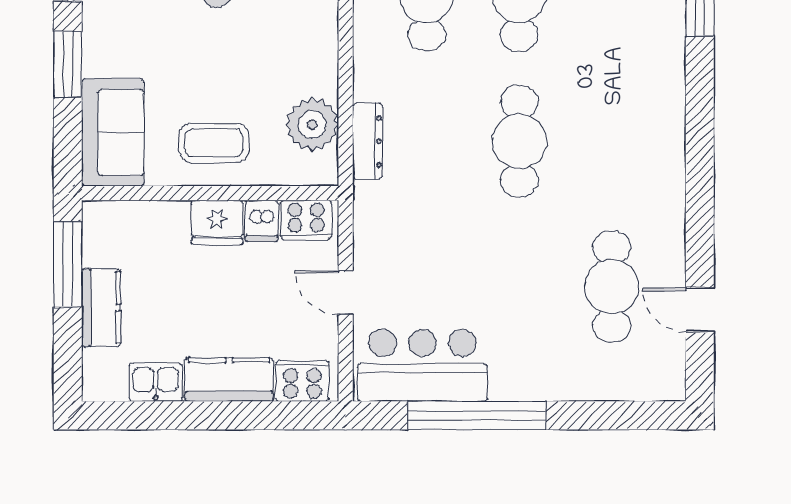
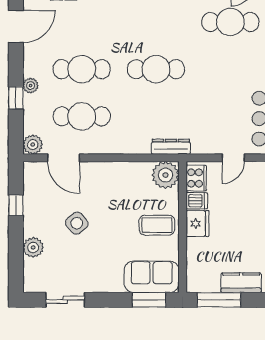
window: (68, 64) -> (149, 300), moved
plant: (312, 125) -> (165, 175), moved
dresser: (367, 141) -> (171, 147), moved
coffee table: (214, 143) -> (157, 225), turned 90

